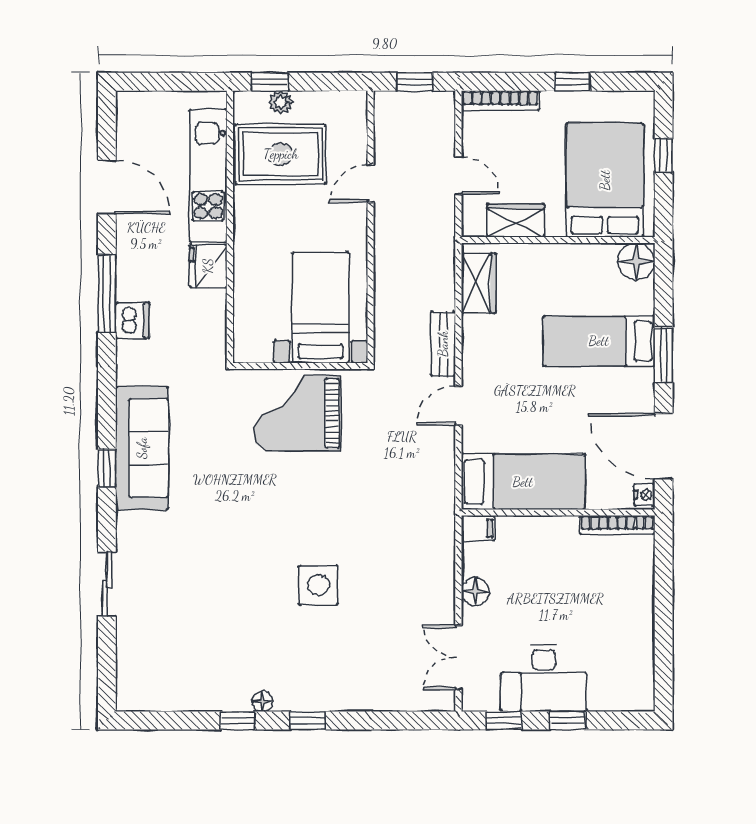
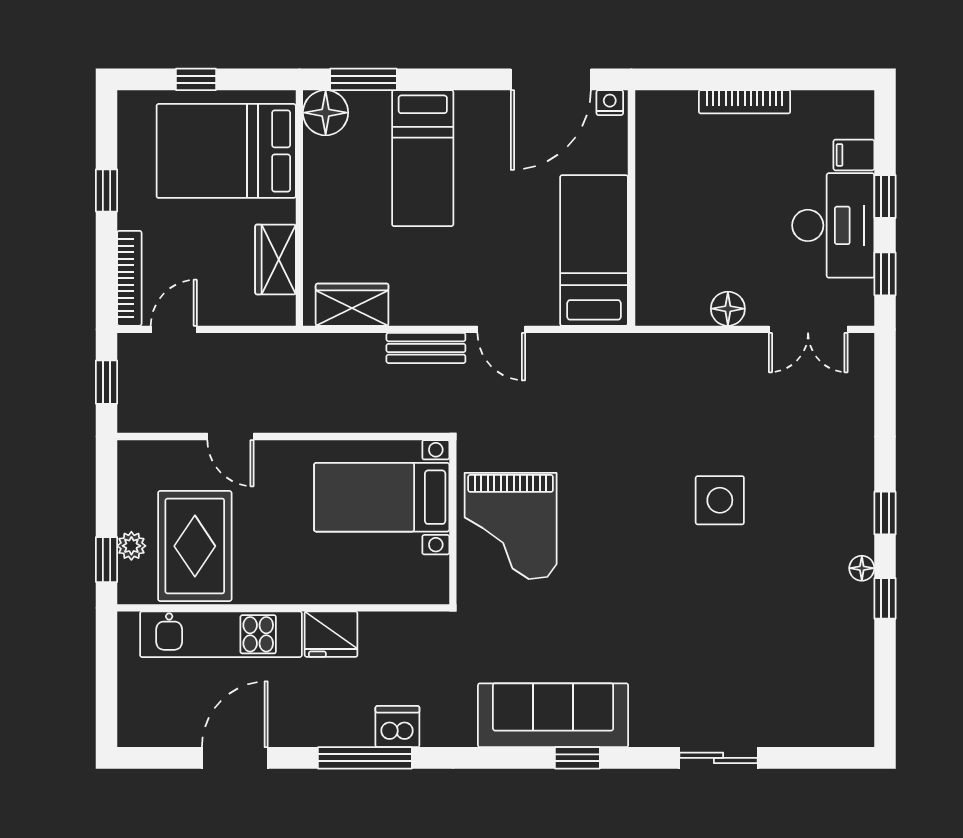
door: (458, 176) -> (174, 329), moved
window: (664, 355) -> (363, 79), moved
bookcase: (617, 525) -> (745, 102), moved, turned 90
filing cabinet: (478, 529) -> (854, 155), moved, turned -90

